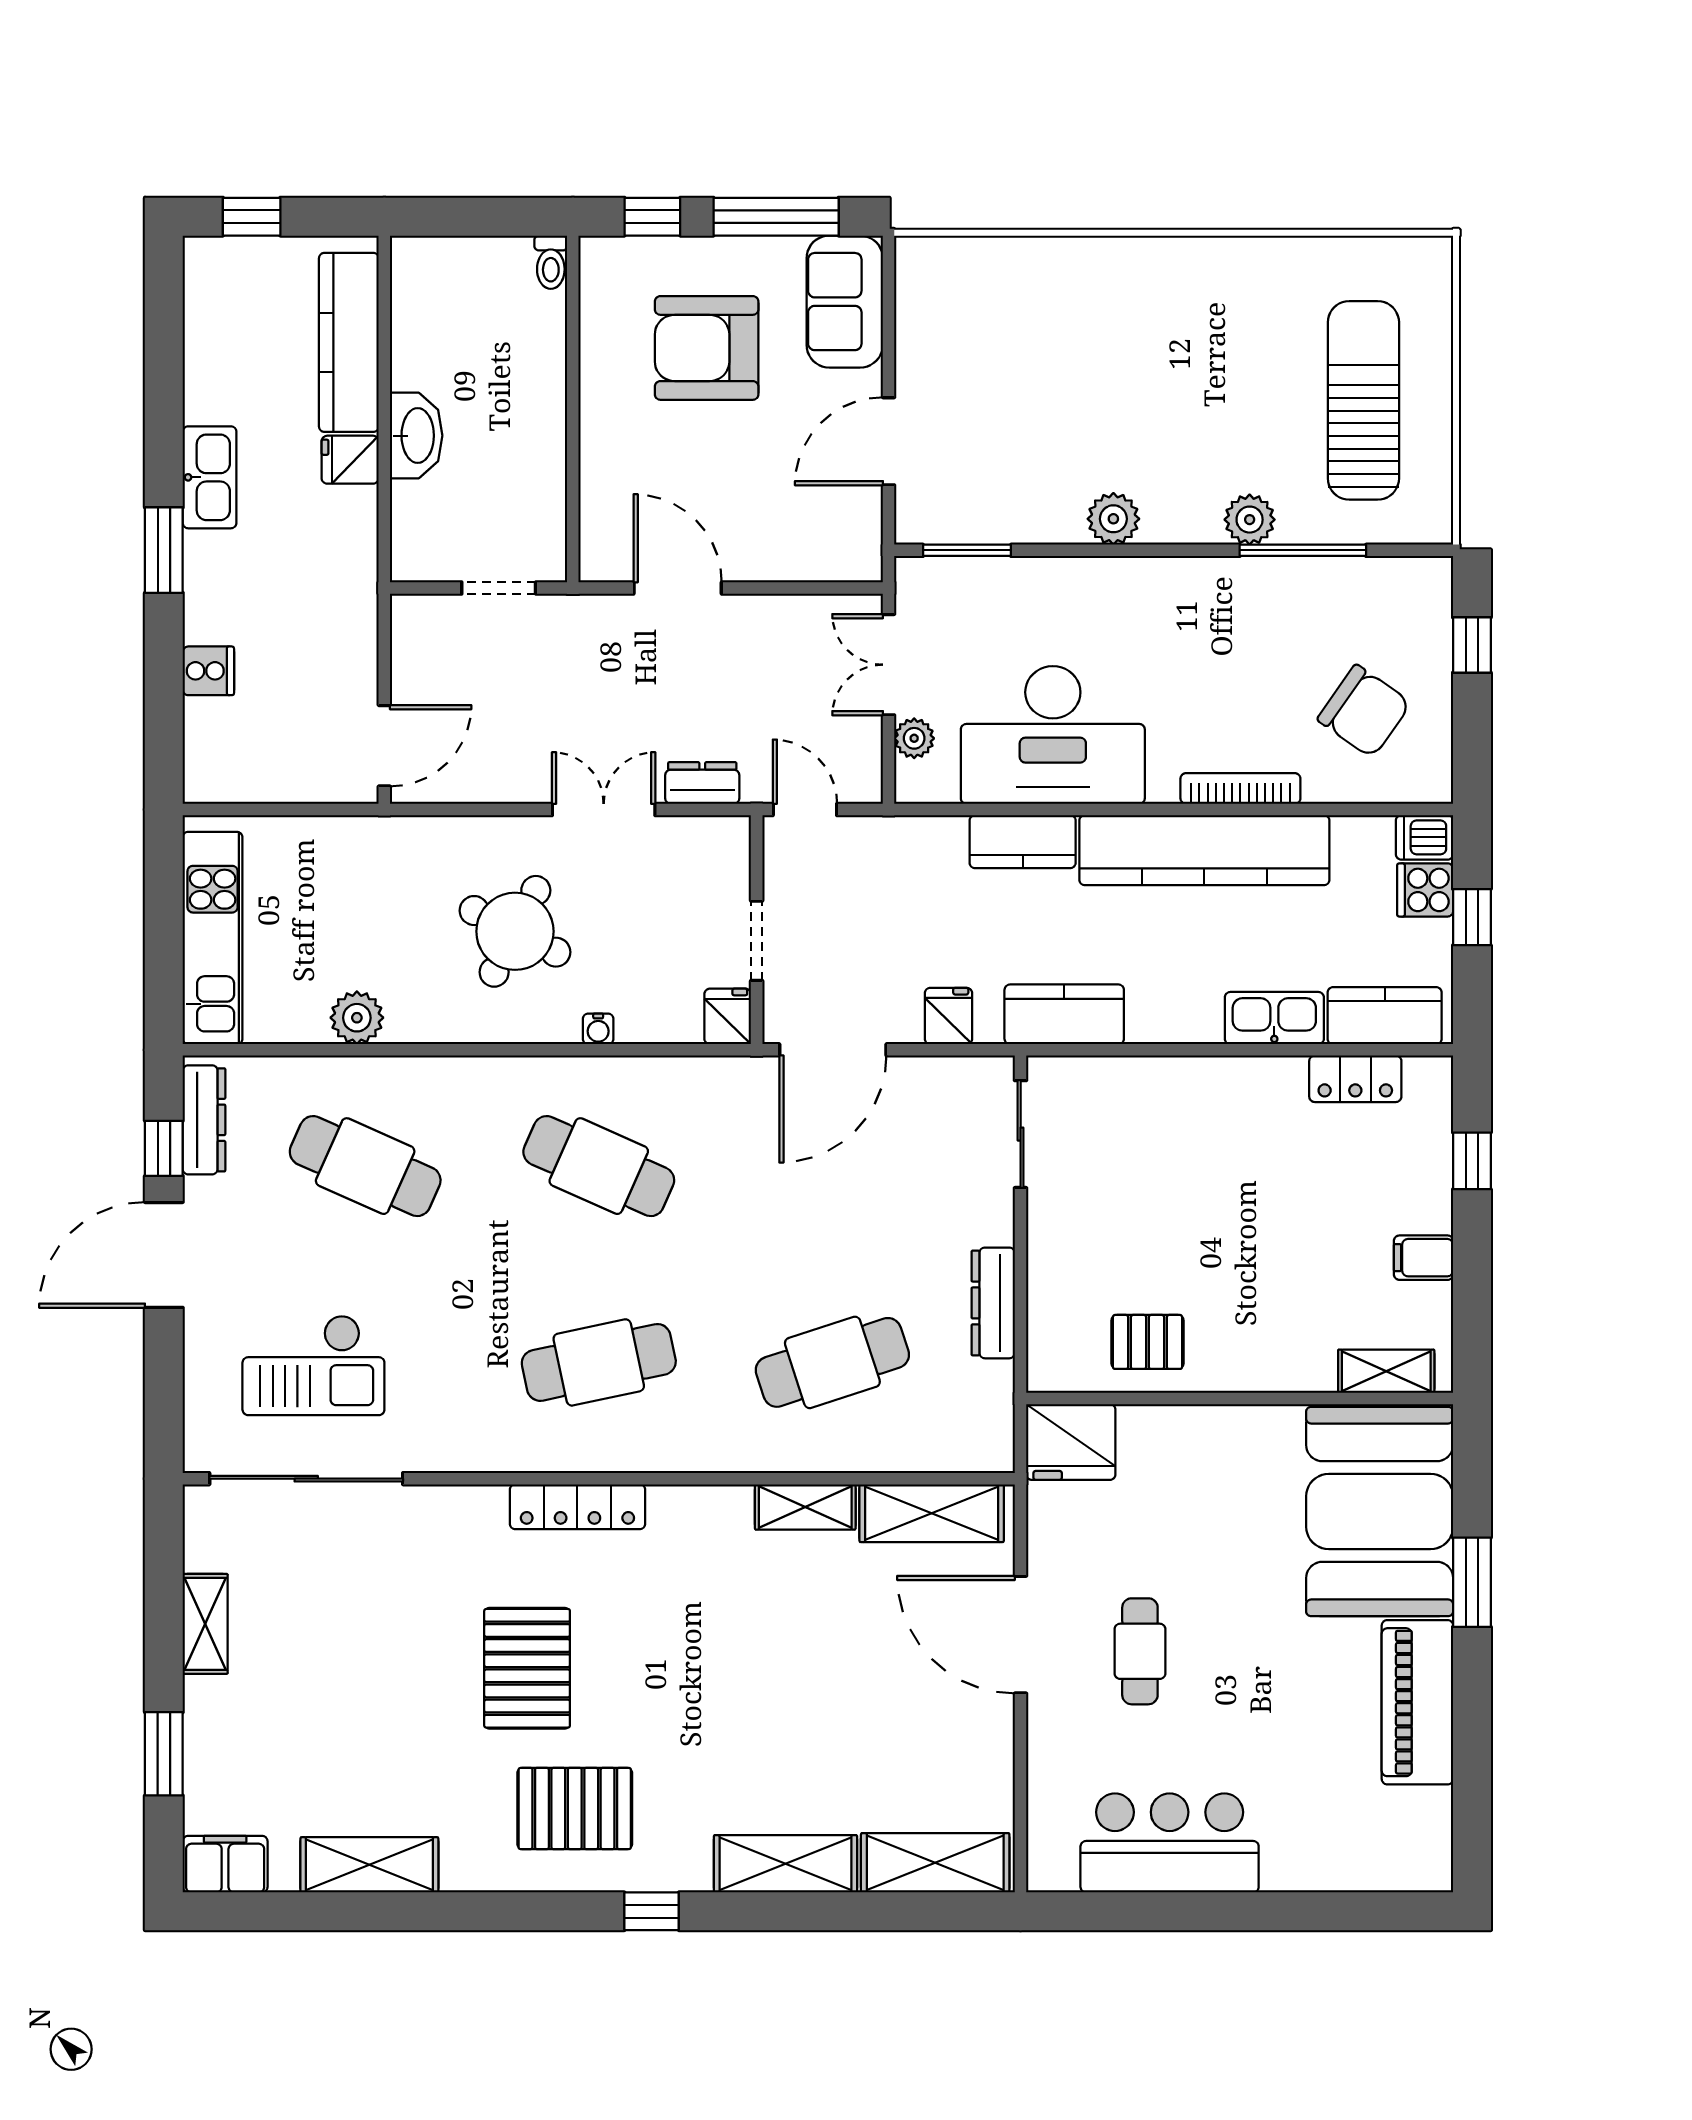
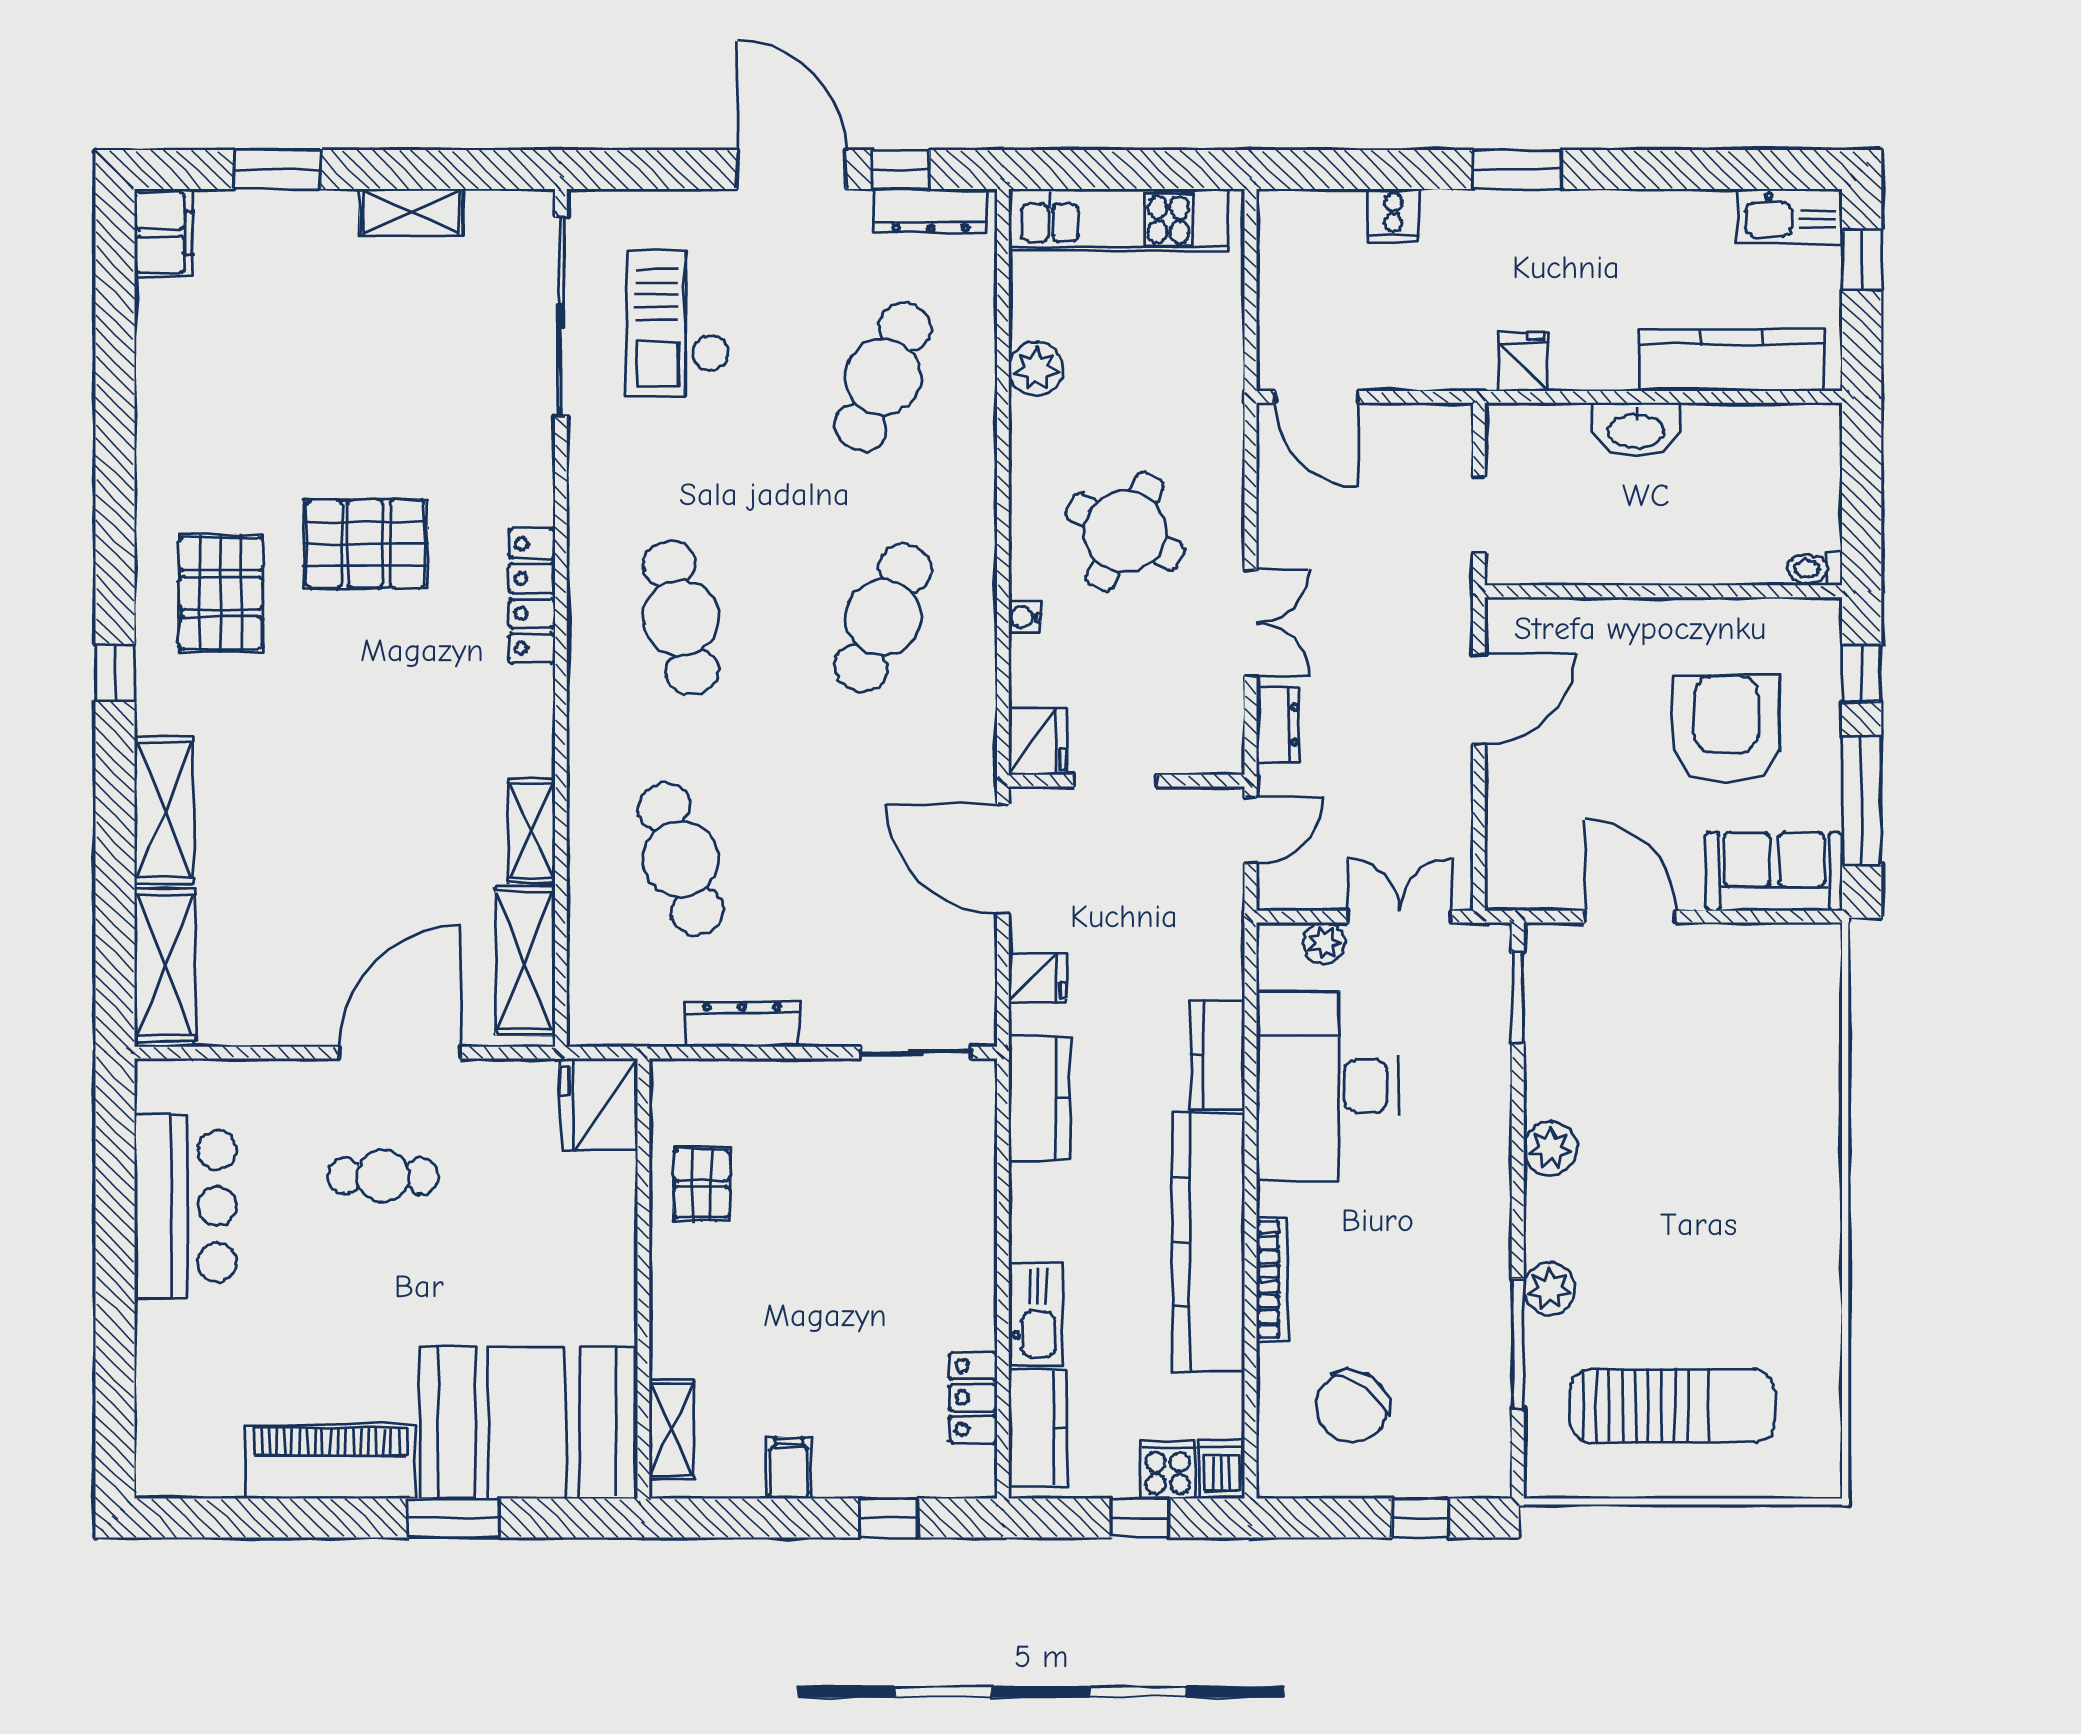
fridge: (350, 460) -> (1523, 362), moved
kitchen sink: (210, 477) -> (1790, 217), moved
fridge: (728, 1016) -> (1037, 742), width x1.38
shelving: (369, 1865) -> (163, 381), removed

